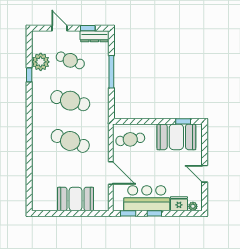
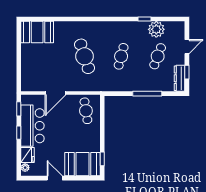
cafe table: (70, 101) -> (121, 56), width x0.73, depth x0.74
booth: (176, 137) -> (82, 164), moved, turned 90
cafe table: (70, 141) -> (85, 56), turned -39
door: (205, 174) -> (55, 178), hinge flipped
booth: (76, 199) -> (37, 32), moved, turned 90

